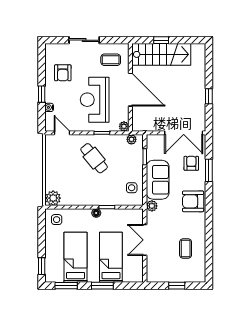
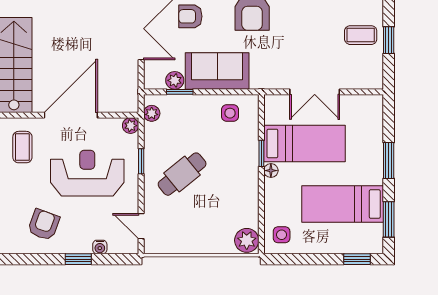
armchair: (63, 73) -> (44, 225), turned -70
reception desk: (95, 100) -> (87, 173), turned 180
door: (62, 133) -> (141, 226), hinge flipped
plant: (152, 206) -> (175, 80), moved
coffee table: (186, 248) -> (361, 35), moved
bed: (111, 257) -> (304, 143), moved, turned 180

